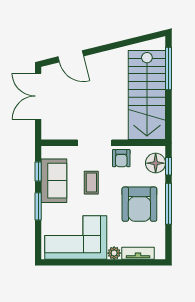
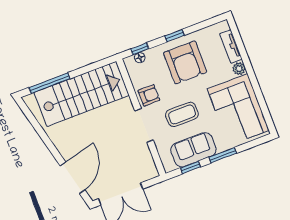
door: (71, 56) -> (73, 178), width x1.36
floor lamp: (156, 163) -> (140, 58), width x0.53, depth x0.53
coffee table: (91, 183) -> (182, 114), width x1.36, depth x1.30
armchair: (139, 204) -> (185, 62), turned 90
window: (169, 204) -> (174, 36), width x0.46

